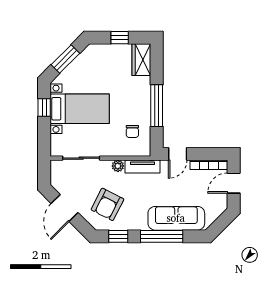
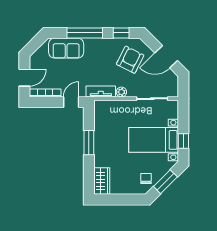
window: (120, 38) -> (120, 200), removed
window: (157, 106) -> (89, 143), width x0.69
chair: (132, 131) -> (146, 179), moved
door: (65, 208) -> (166, 57), swing flipped
sofa: (176, 218) -> (66, 48), width x0.73

